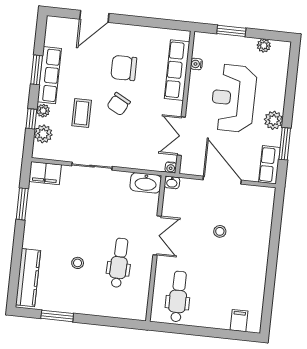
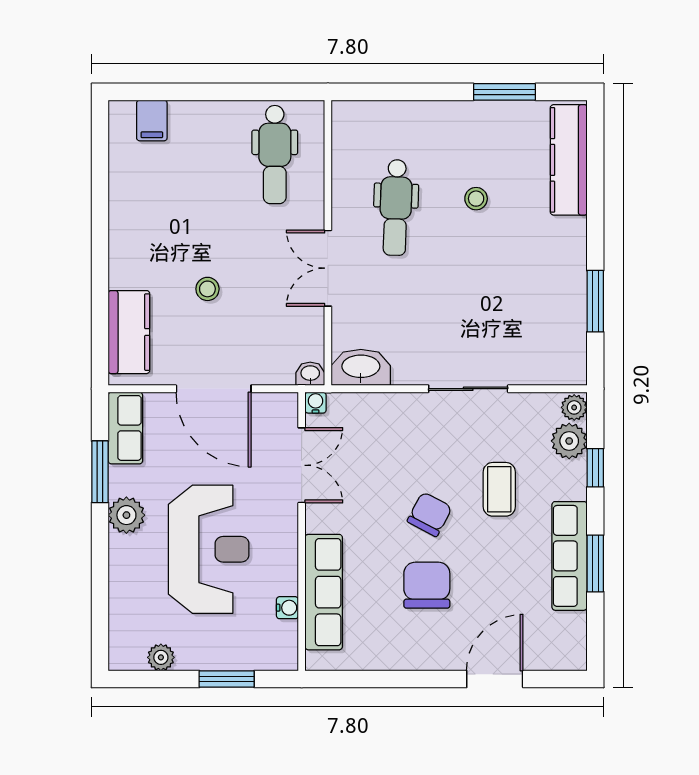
chair: (124, 68) -> (427, 585), turned -90
plant: (43, 111) -> (574, 407), moved
filing cabinet: (45, 173) -> (557, 366), removed
kitchen counter: (262, 214) -> (129, 332), added

